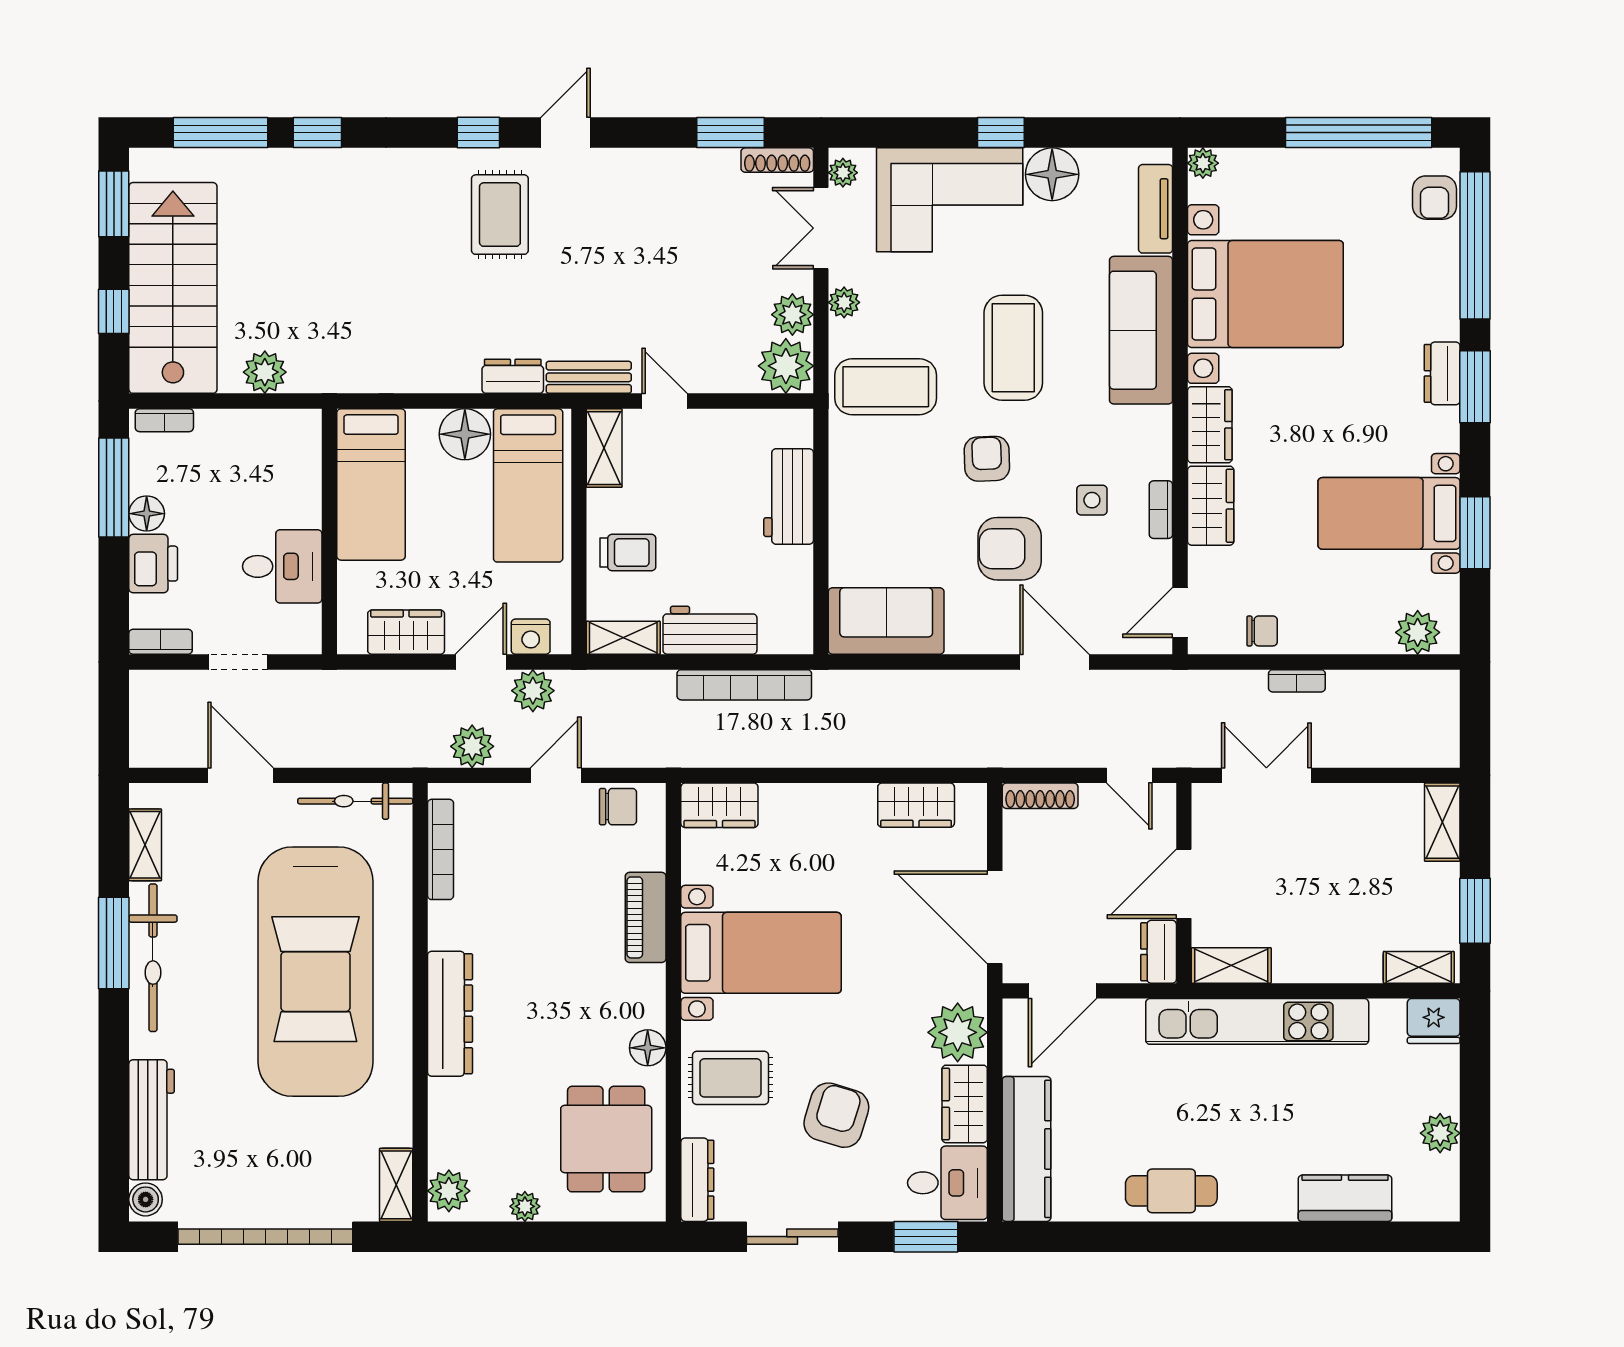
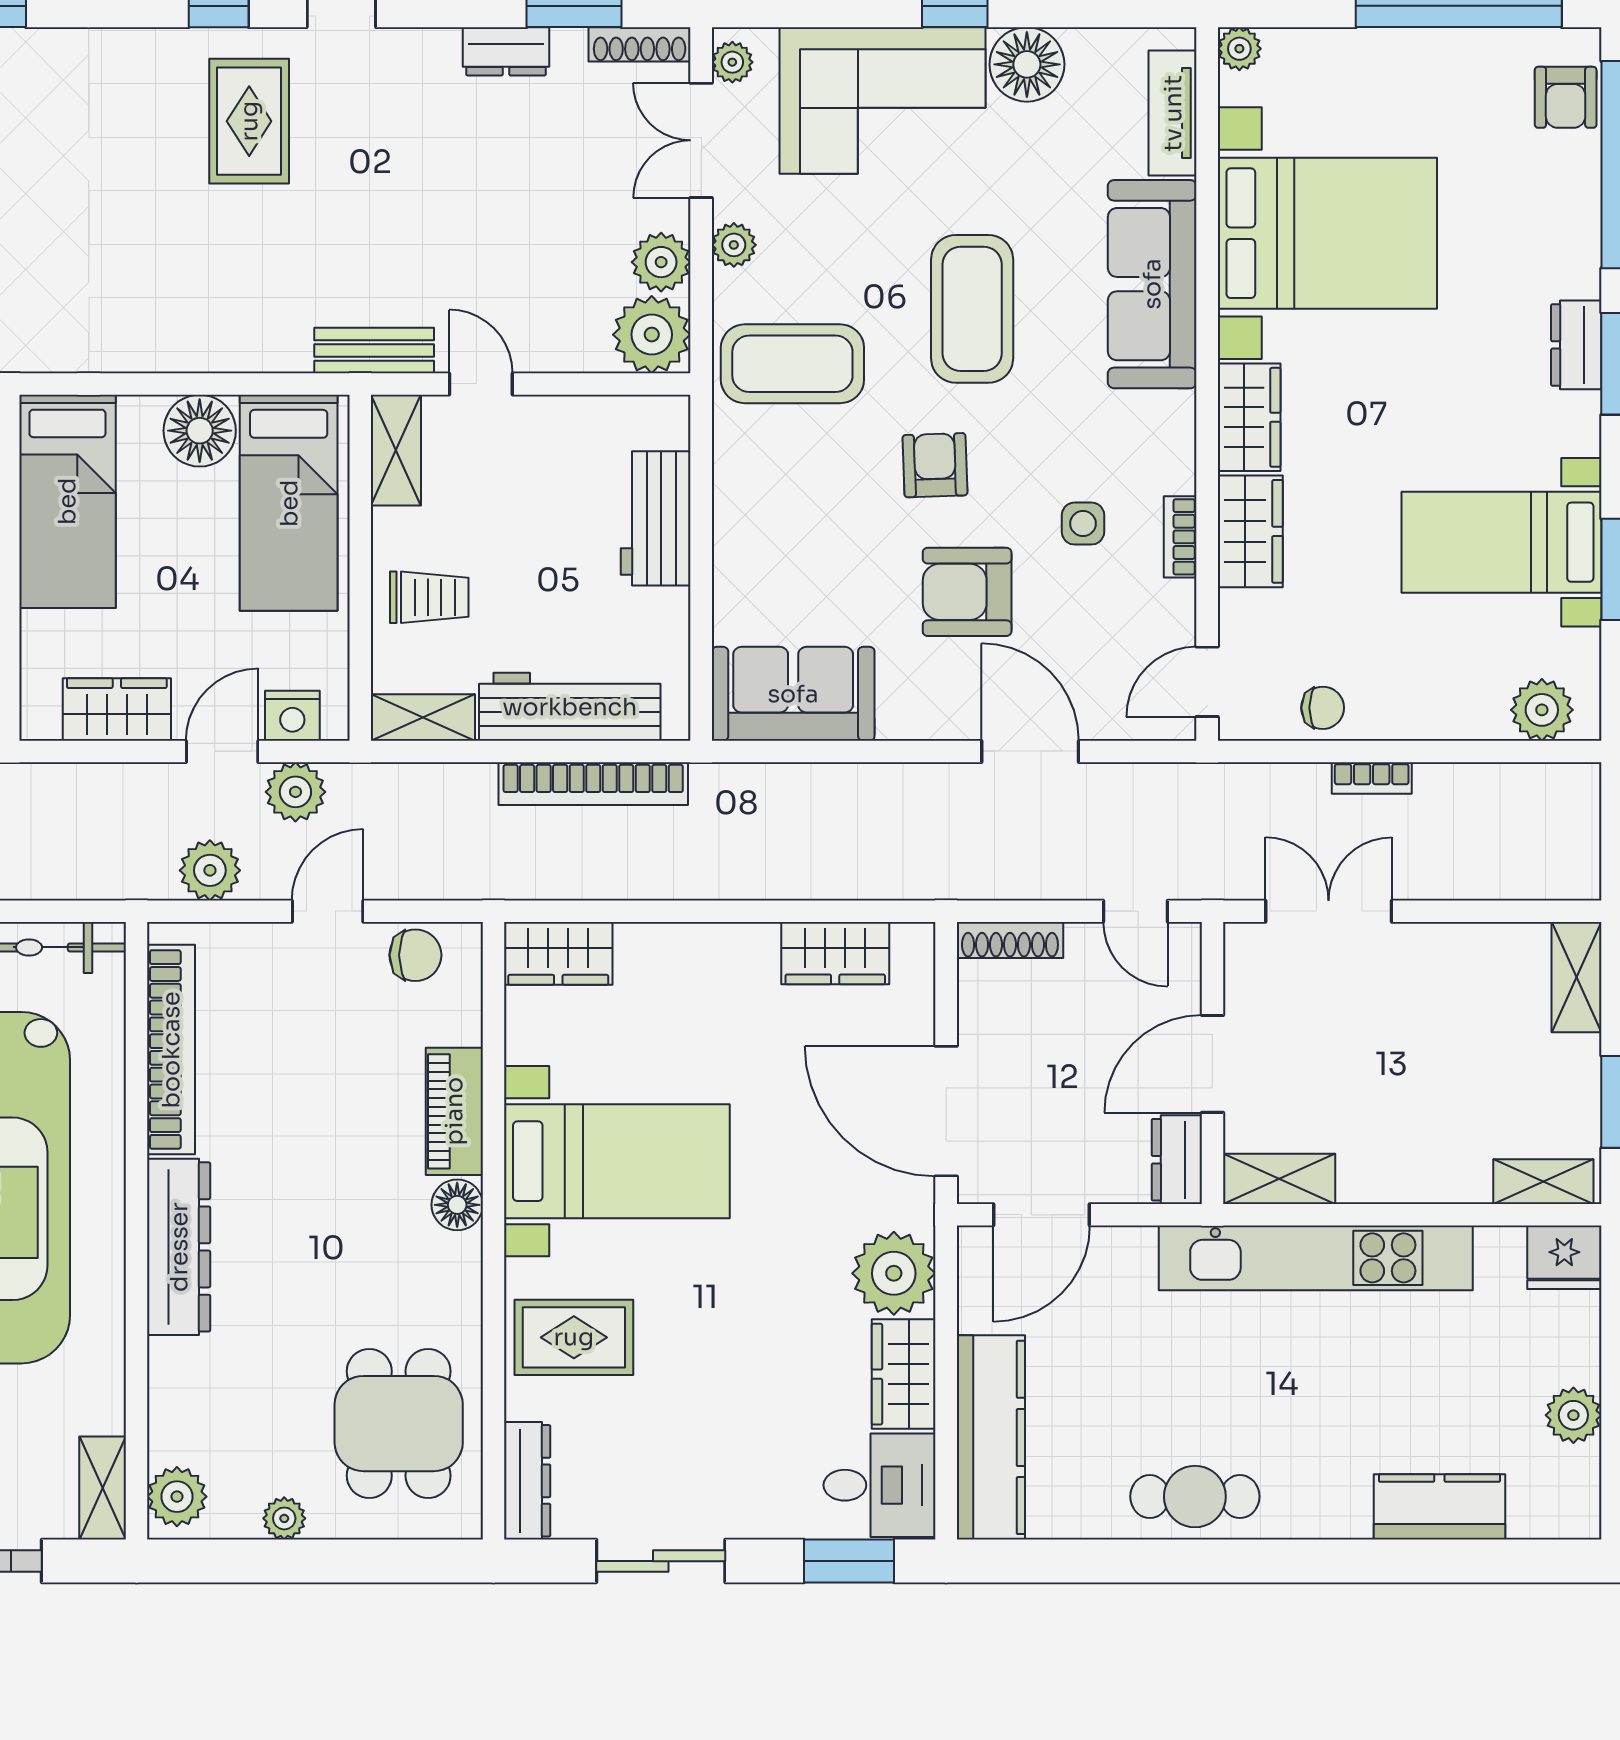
dresser: (513, 376) -> (506, 51), moved, turned 180
workbench: (710, 630) -> (570, 707), width x1.38
bookcase: (441, 849) -> (171, 1050), width x1.48, depth x1.31
floor lamp: (648, 1048) -> (457, 1205), moved
armchair: (836, 1115) -> (723, 1390), removed

